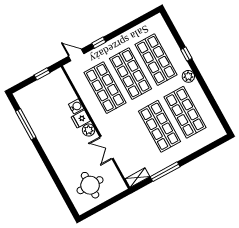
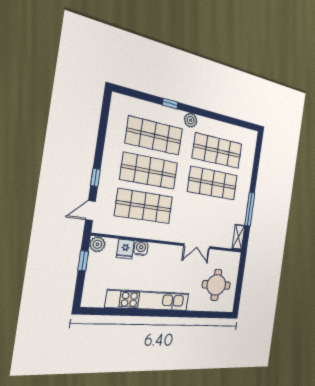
fridge: (81, 119) -> (125, 249), moved
window: (26, 124) -> (122, 312), removed
plant: (89, 130) -> (97, 244), moved
kitchen unit: (45, 138) -> (148, 300), added

